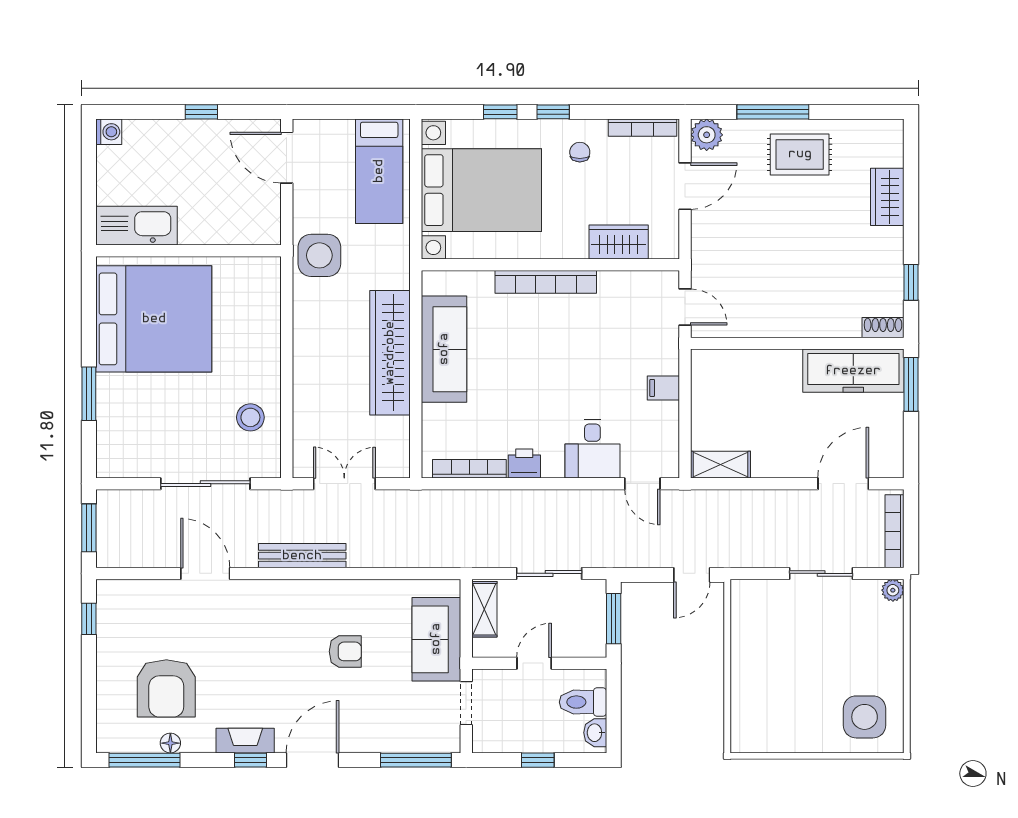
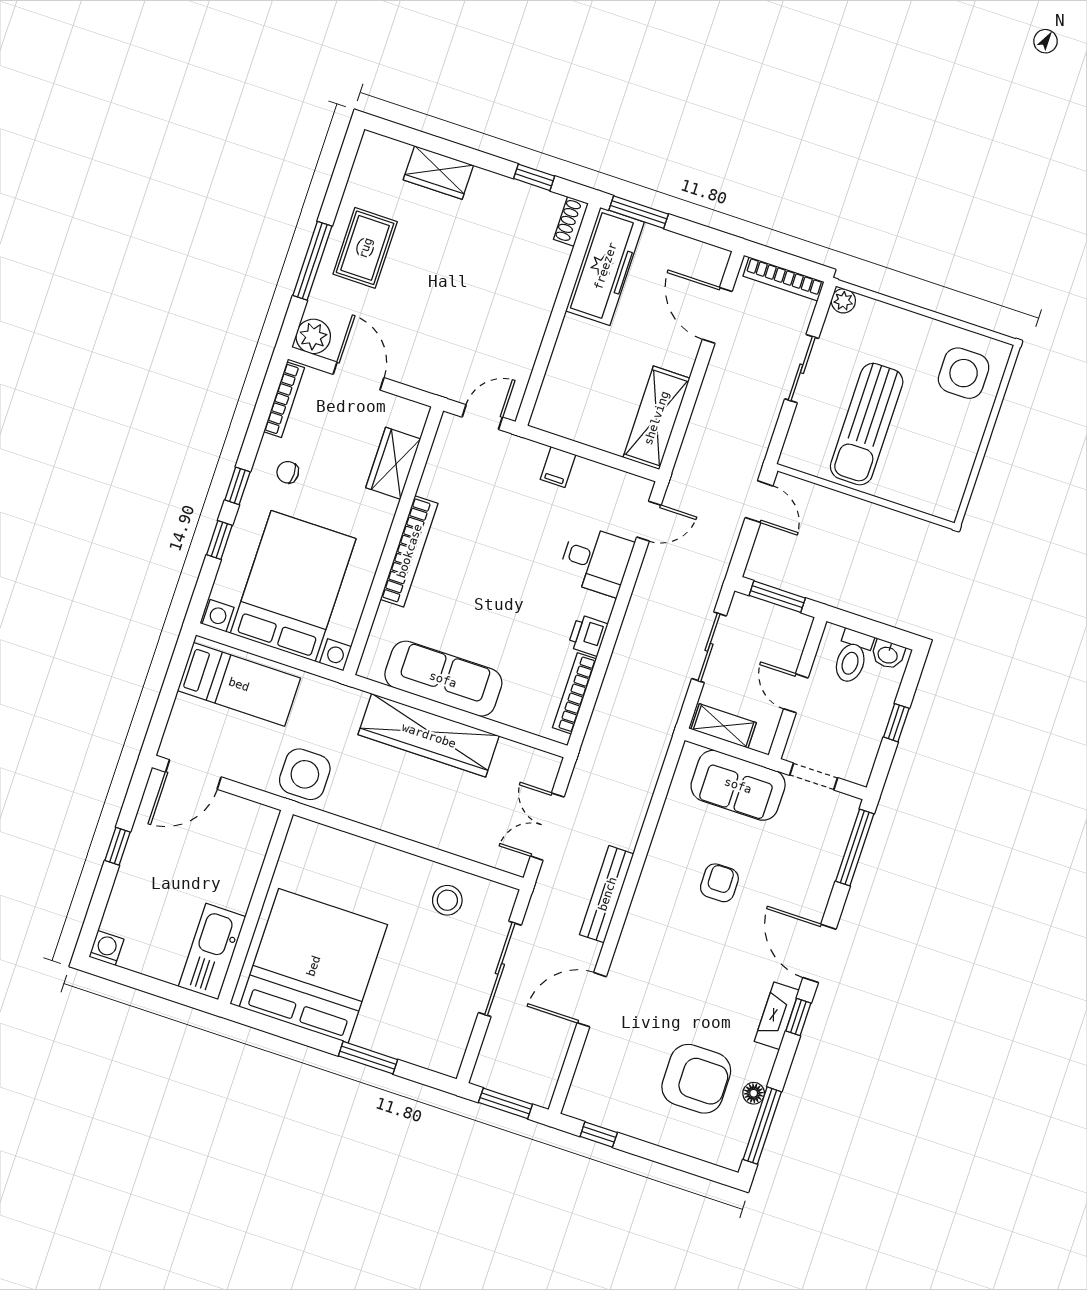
shelving: (721, 465) -> (656, 418), width x1.50, depth x1.33
sun lounger: (791, 647) -> (867, 424), added

